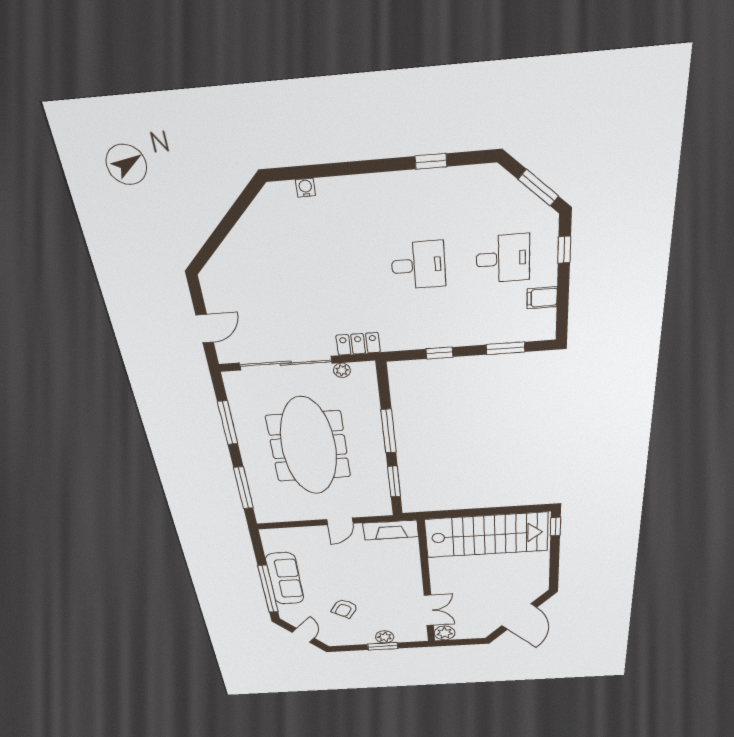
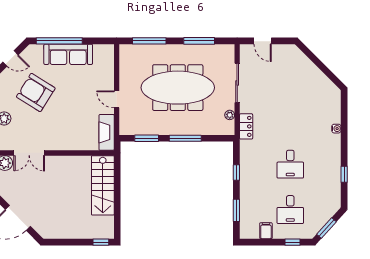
water cooler: (305, 188) -> (336, 129), moved
sliding door: (286, 363) -> (237, 83), width x0.73
stairs: (487, 535) -> (103, 185), width x0.73, depth x0.66
armchair: (345, 609) -> (36, 92), width x1.88, depth x1.88

